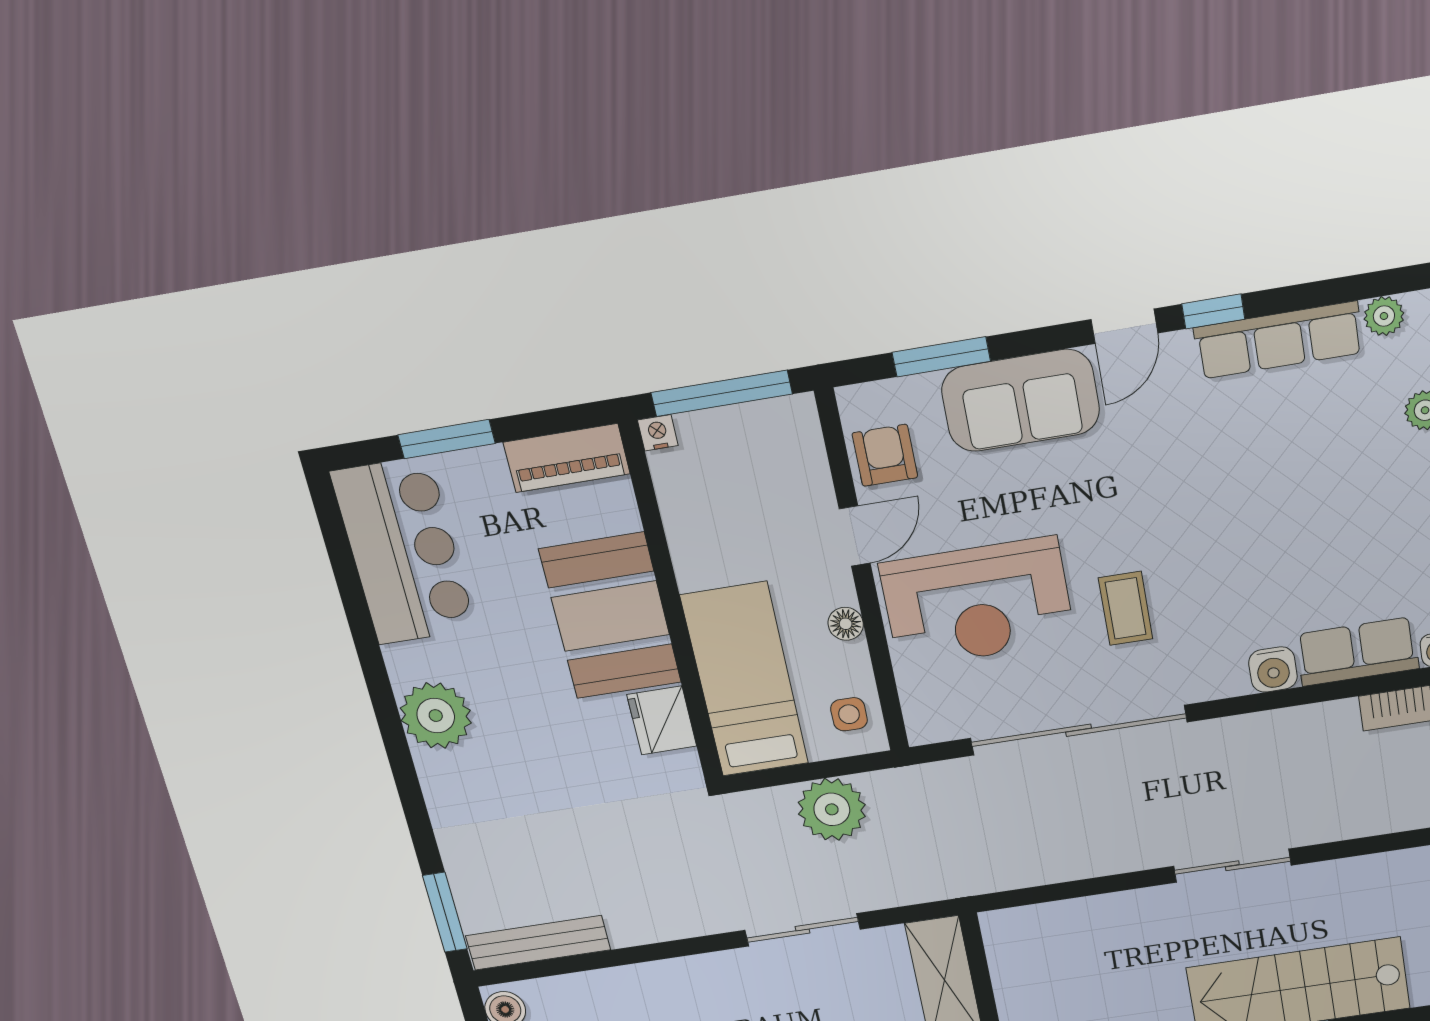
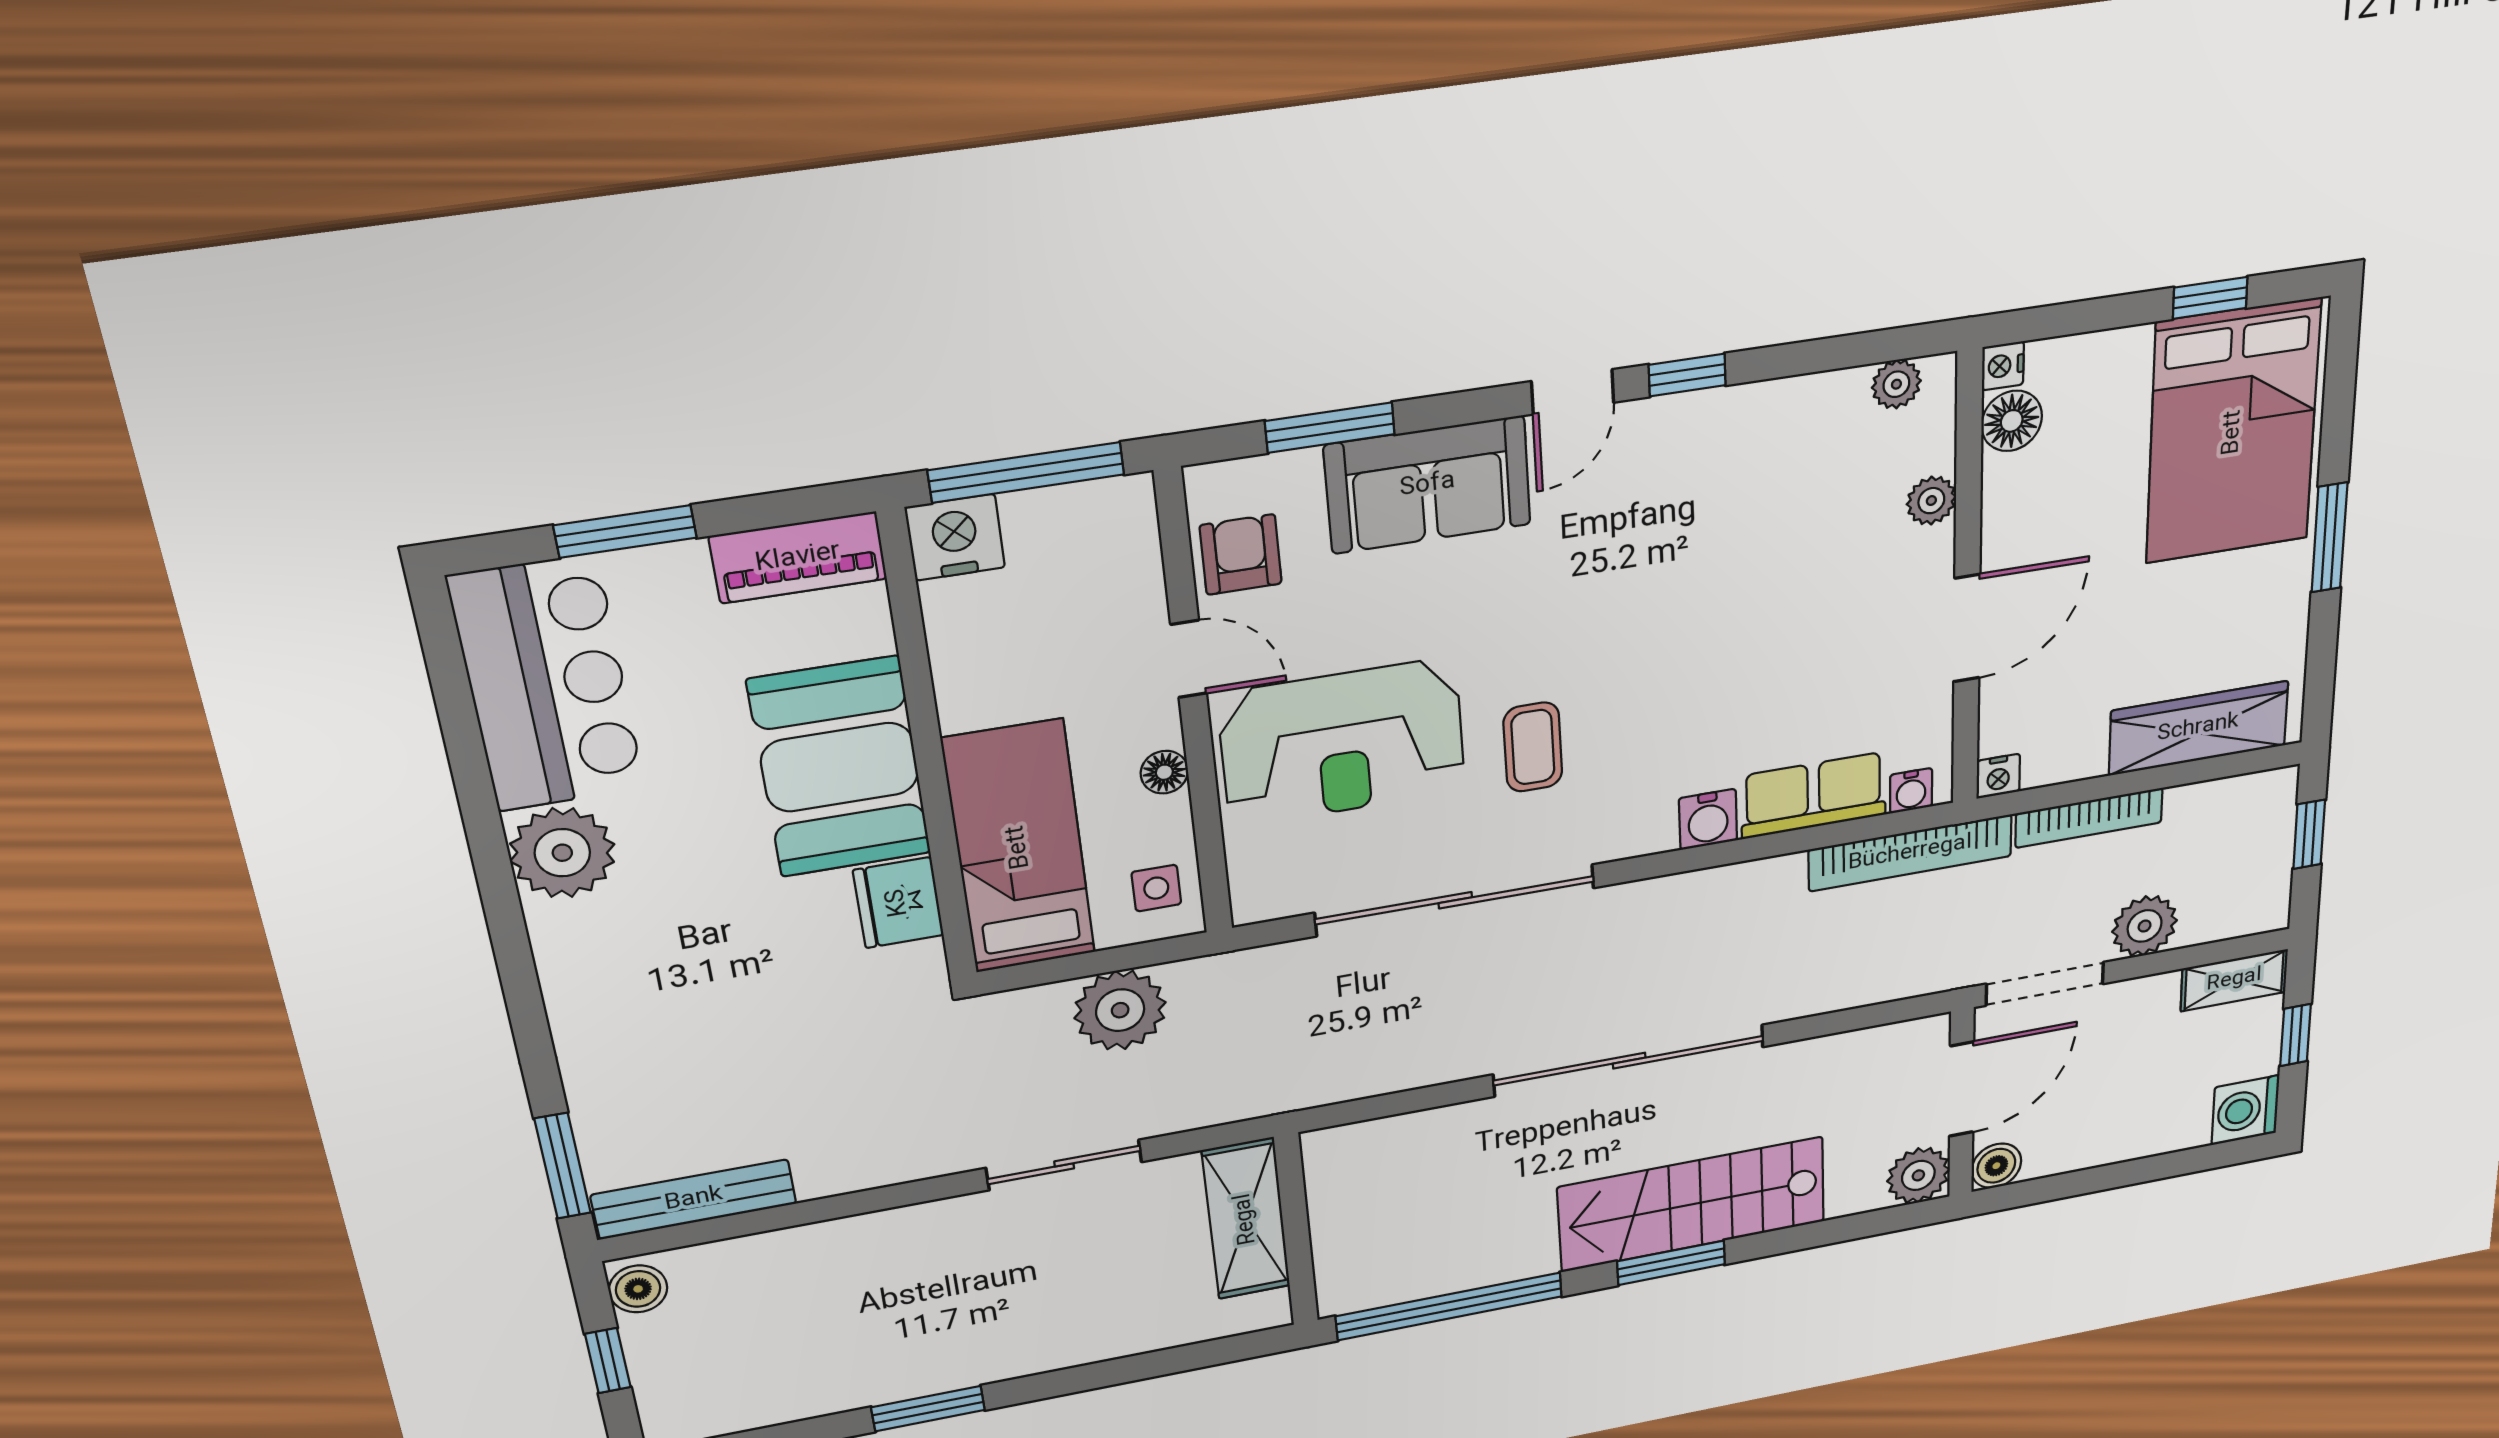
row of seats: (1279, 340) -> (1764, 412), removed
nightstand: (658, 433) -> (955, 537), width x1.89, depth x1.79
door: (855, 536) -> (1189, 659), hinge flipped
plant: (436, 716) -> (562, 853), moved
sliding door: (1232, 866) -> (1629, 1061), width x1.86

